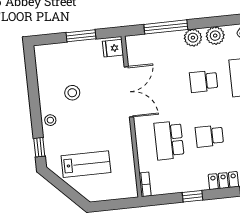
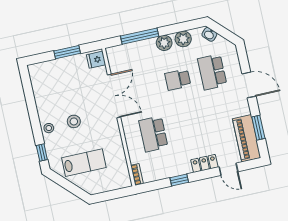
stool: (72, 93) -> (74, 121), moved
school desk: (209, 136) -> (188, 126), removed

